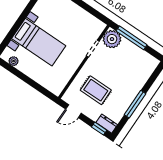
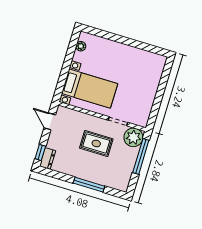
bed with nightstands: (39, 42) -> (90, 89), moved, turned -90
rug: (96, 90) -> (96, 143), moved, turned 90
window: (135, 104) -> (89, 185), moved

